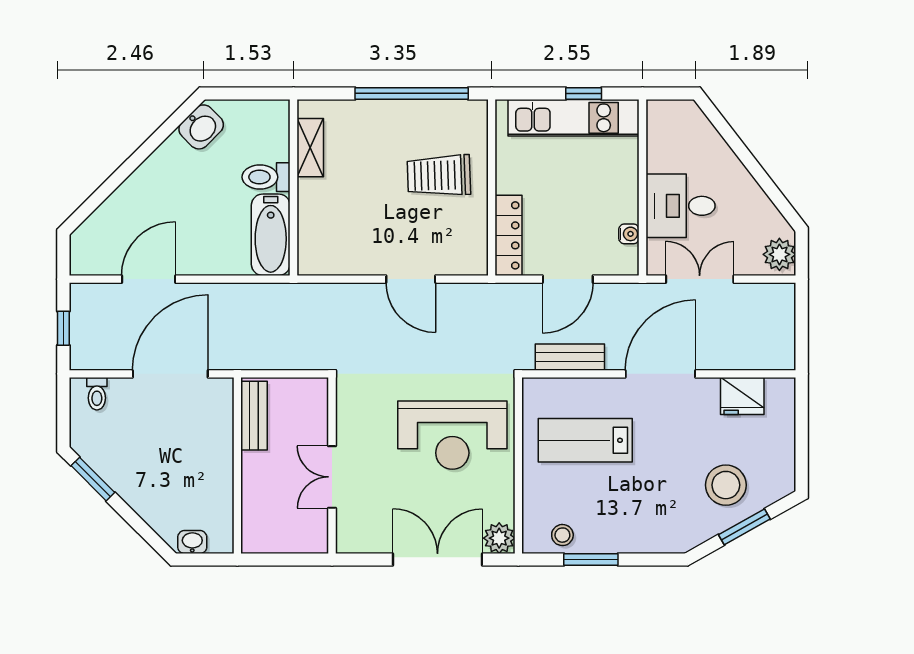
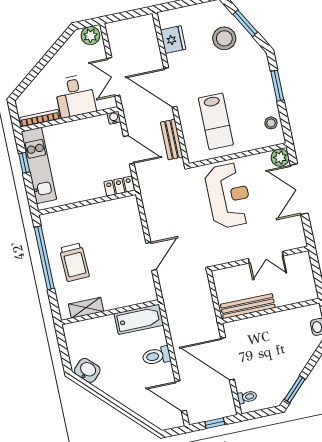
bookcase: (655, 137) -> (40, 118), added
trolley: (439, 175) -> (74, 262), moved
toilet: (266, 177) -> (156, 356), moved, turned 90
water cooler: (629, 234) -> (114, 118), moved
locker: (509, 235) -> (119, 186), width x0.66
door: (149, 279) -> (181, 396), moved
door: (411, 279) -> (151, 256), moved
bench: (254, 416) -> (248, 306), width x1.36
window: (591, 560) -> (277, 86), moved

